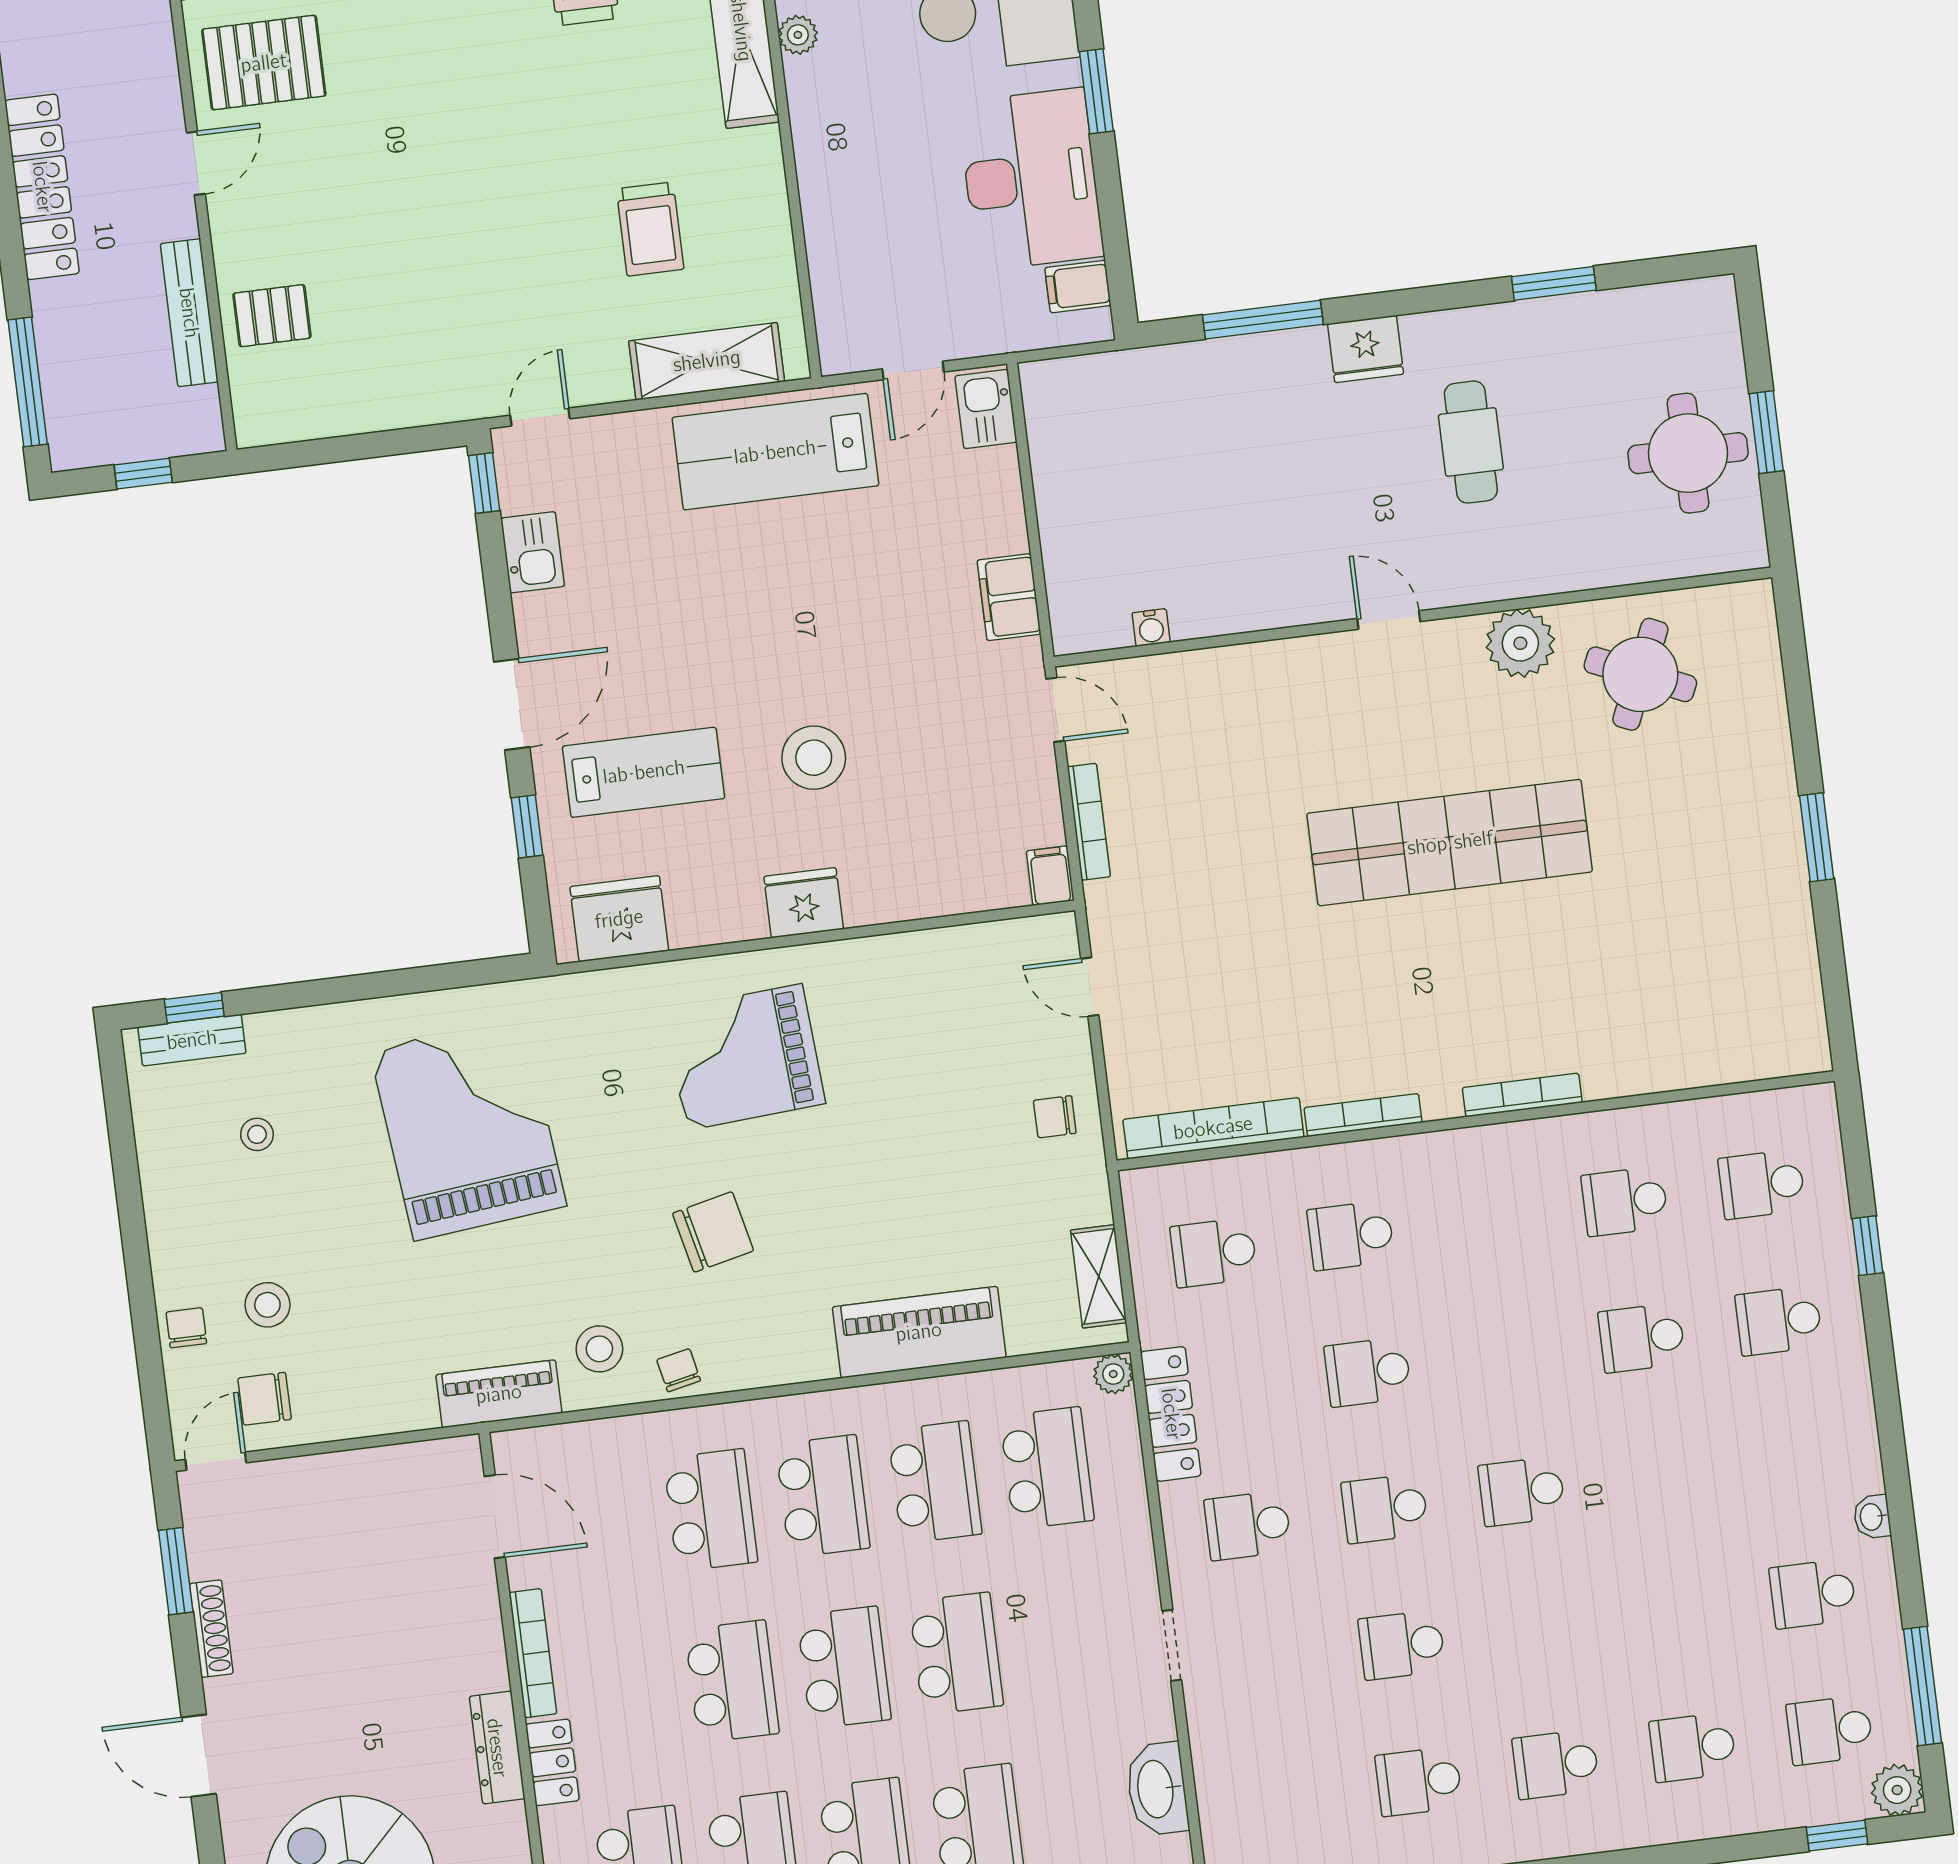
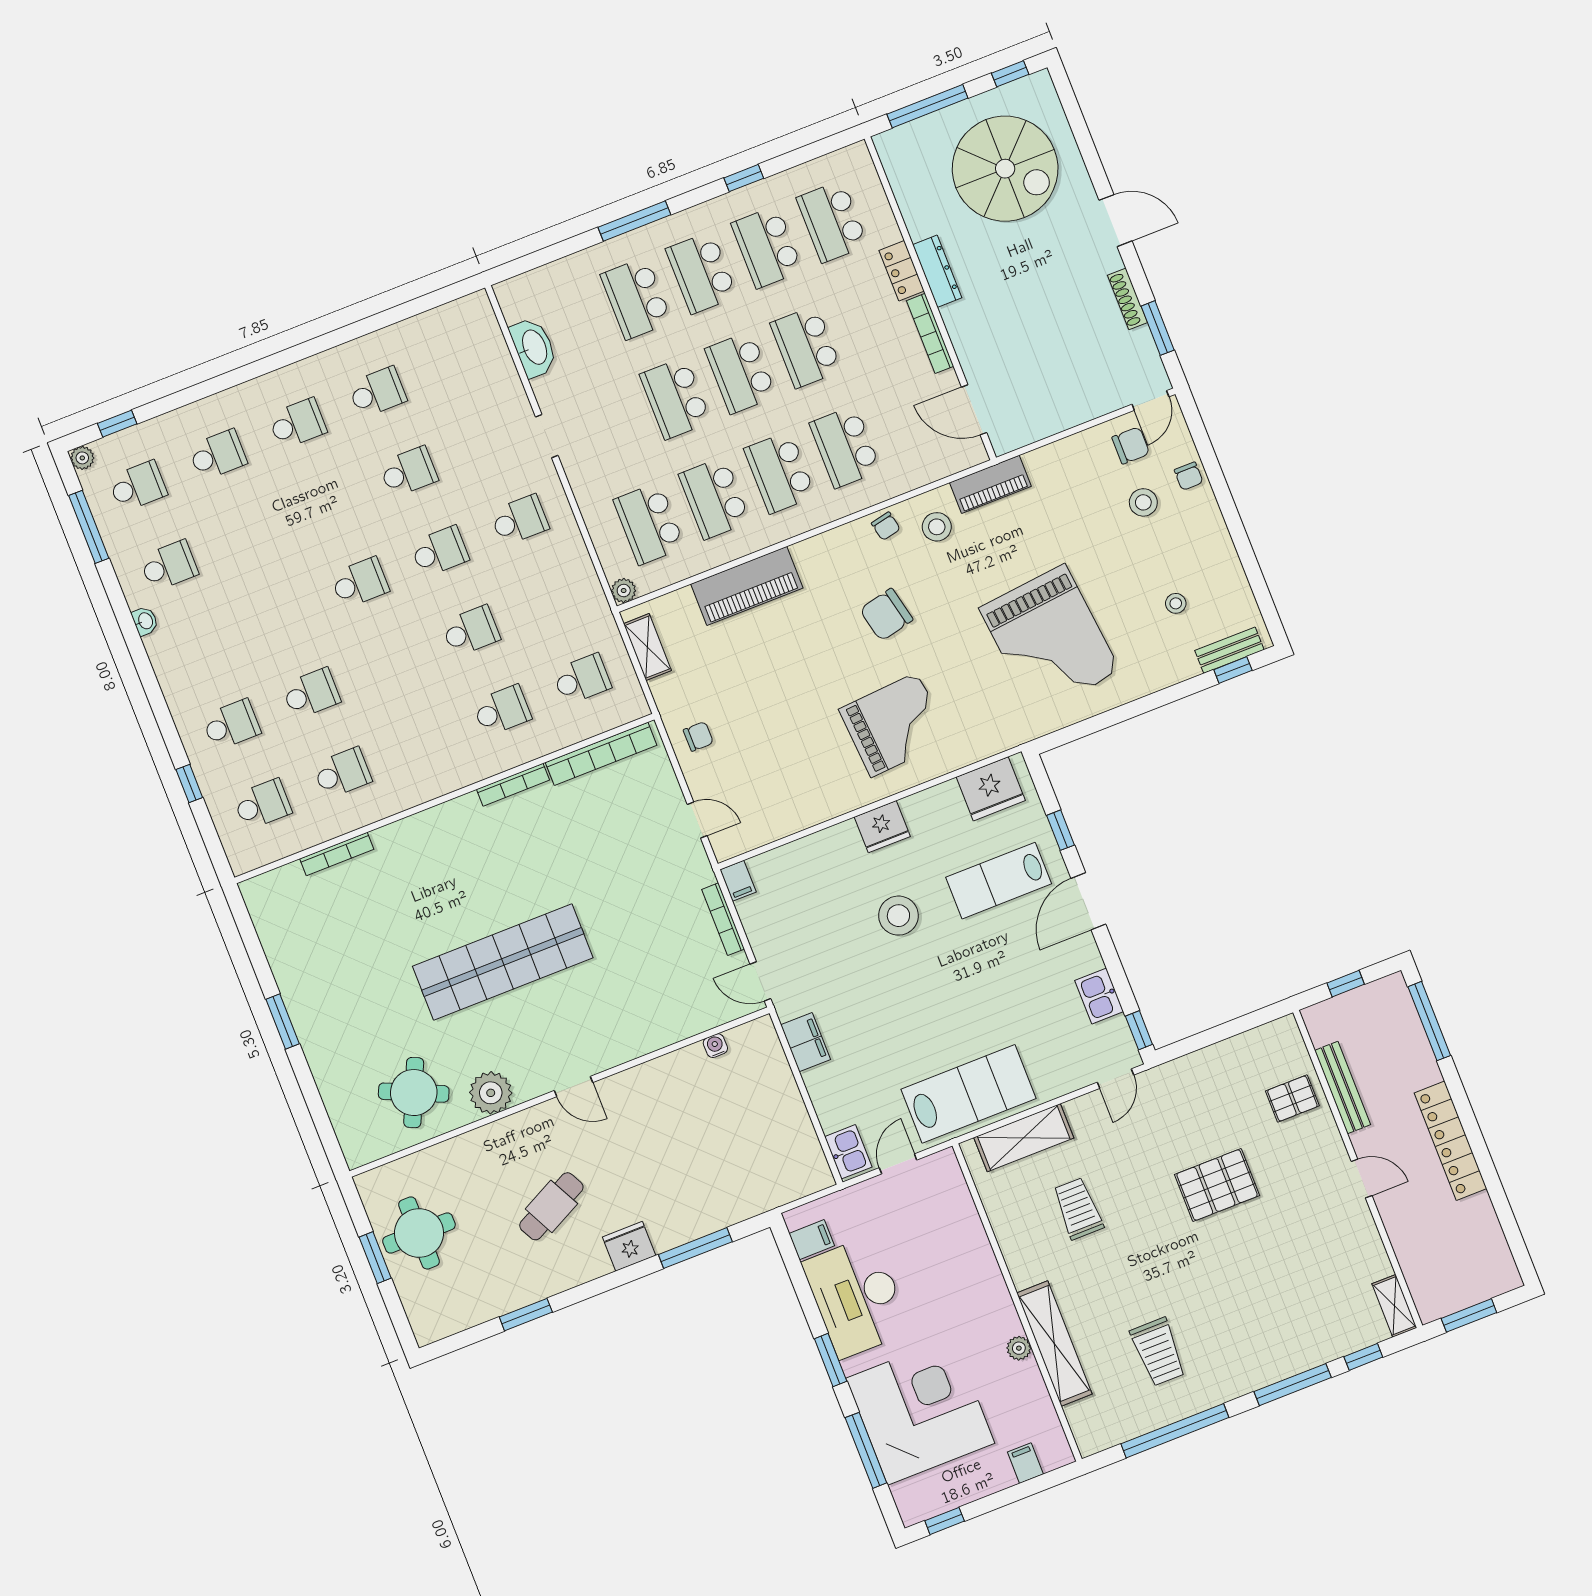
pallet: (264, 63) -> (1217, 1185), moved
door: (196, 163) -> (1362, 1179), swing flipped
cafe table: (1471, 442) -> (551, 1206), turned 63
bookcase: (1522, 1095) -> (337, 854), moved
locker: (1171, 1414) -> (583, 575), removed
plant: (1897, 1790) -> (82, 458), width x0.73, depth x0.73

